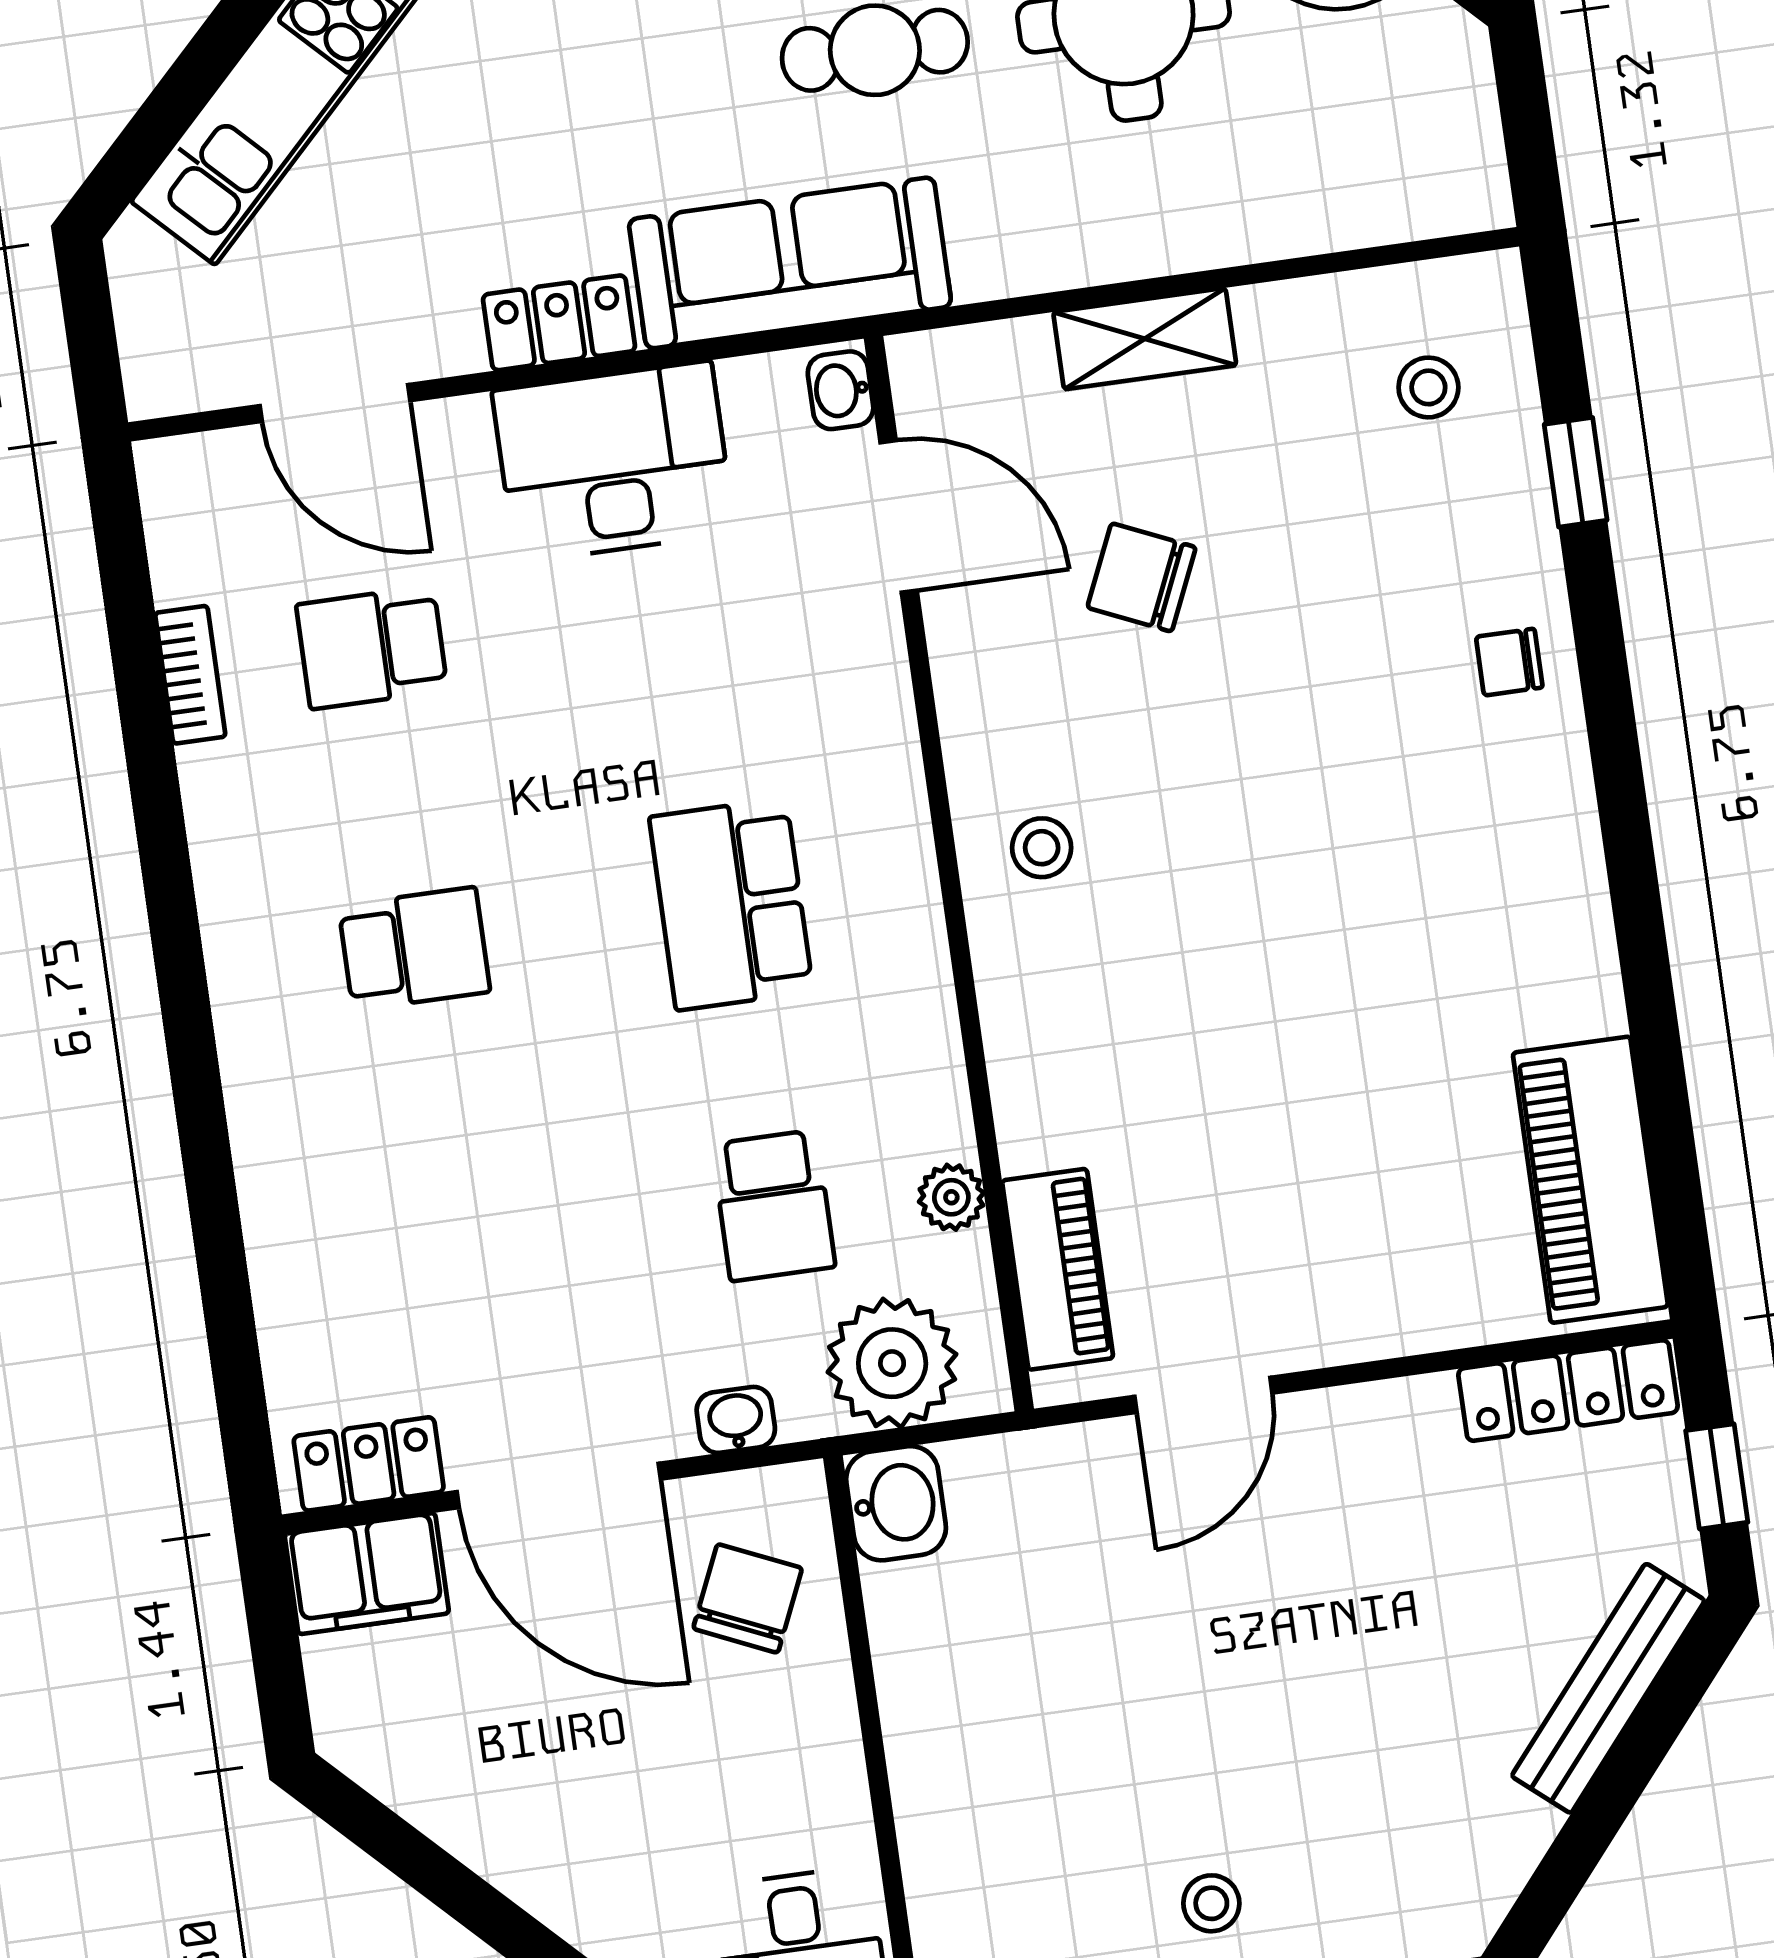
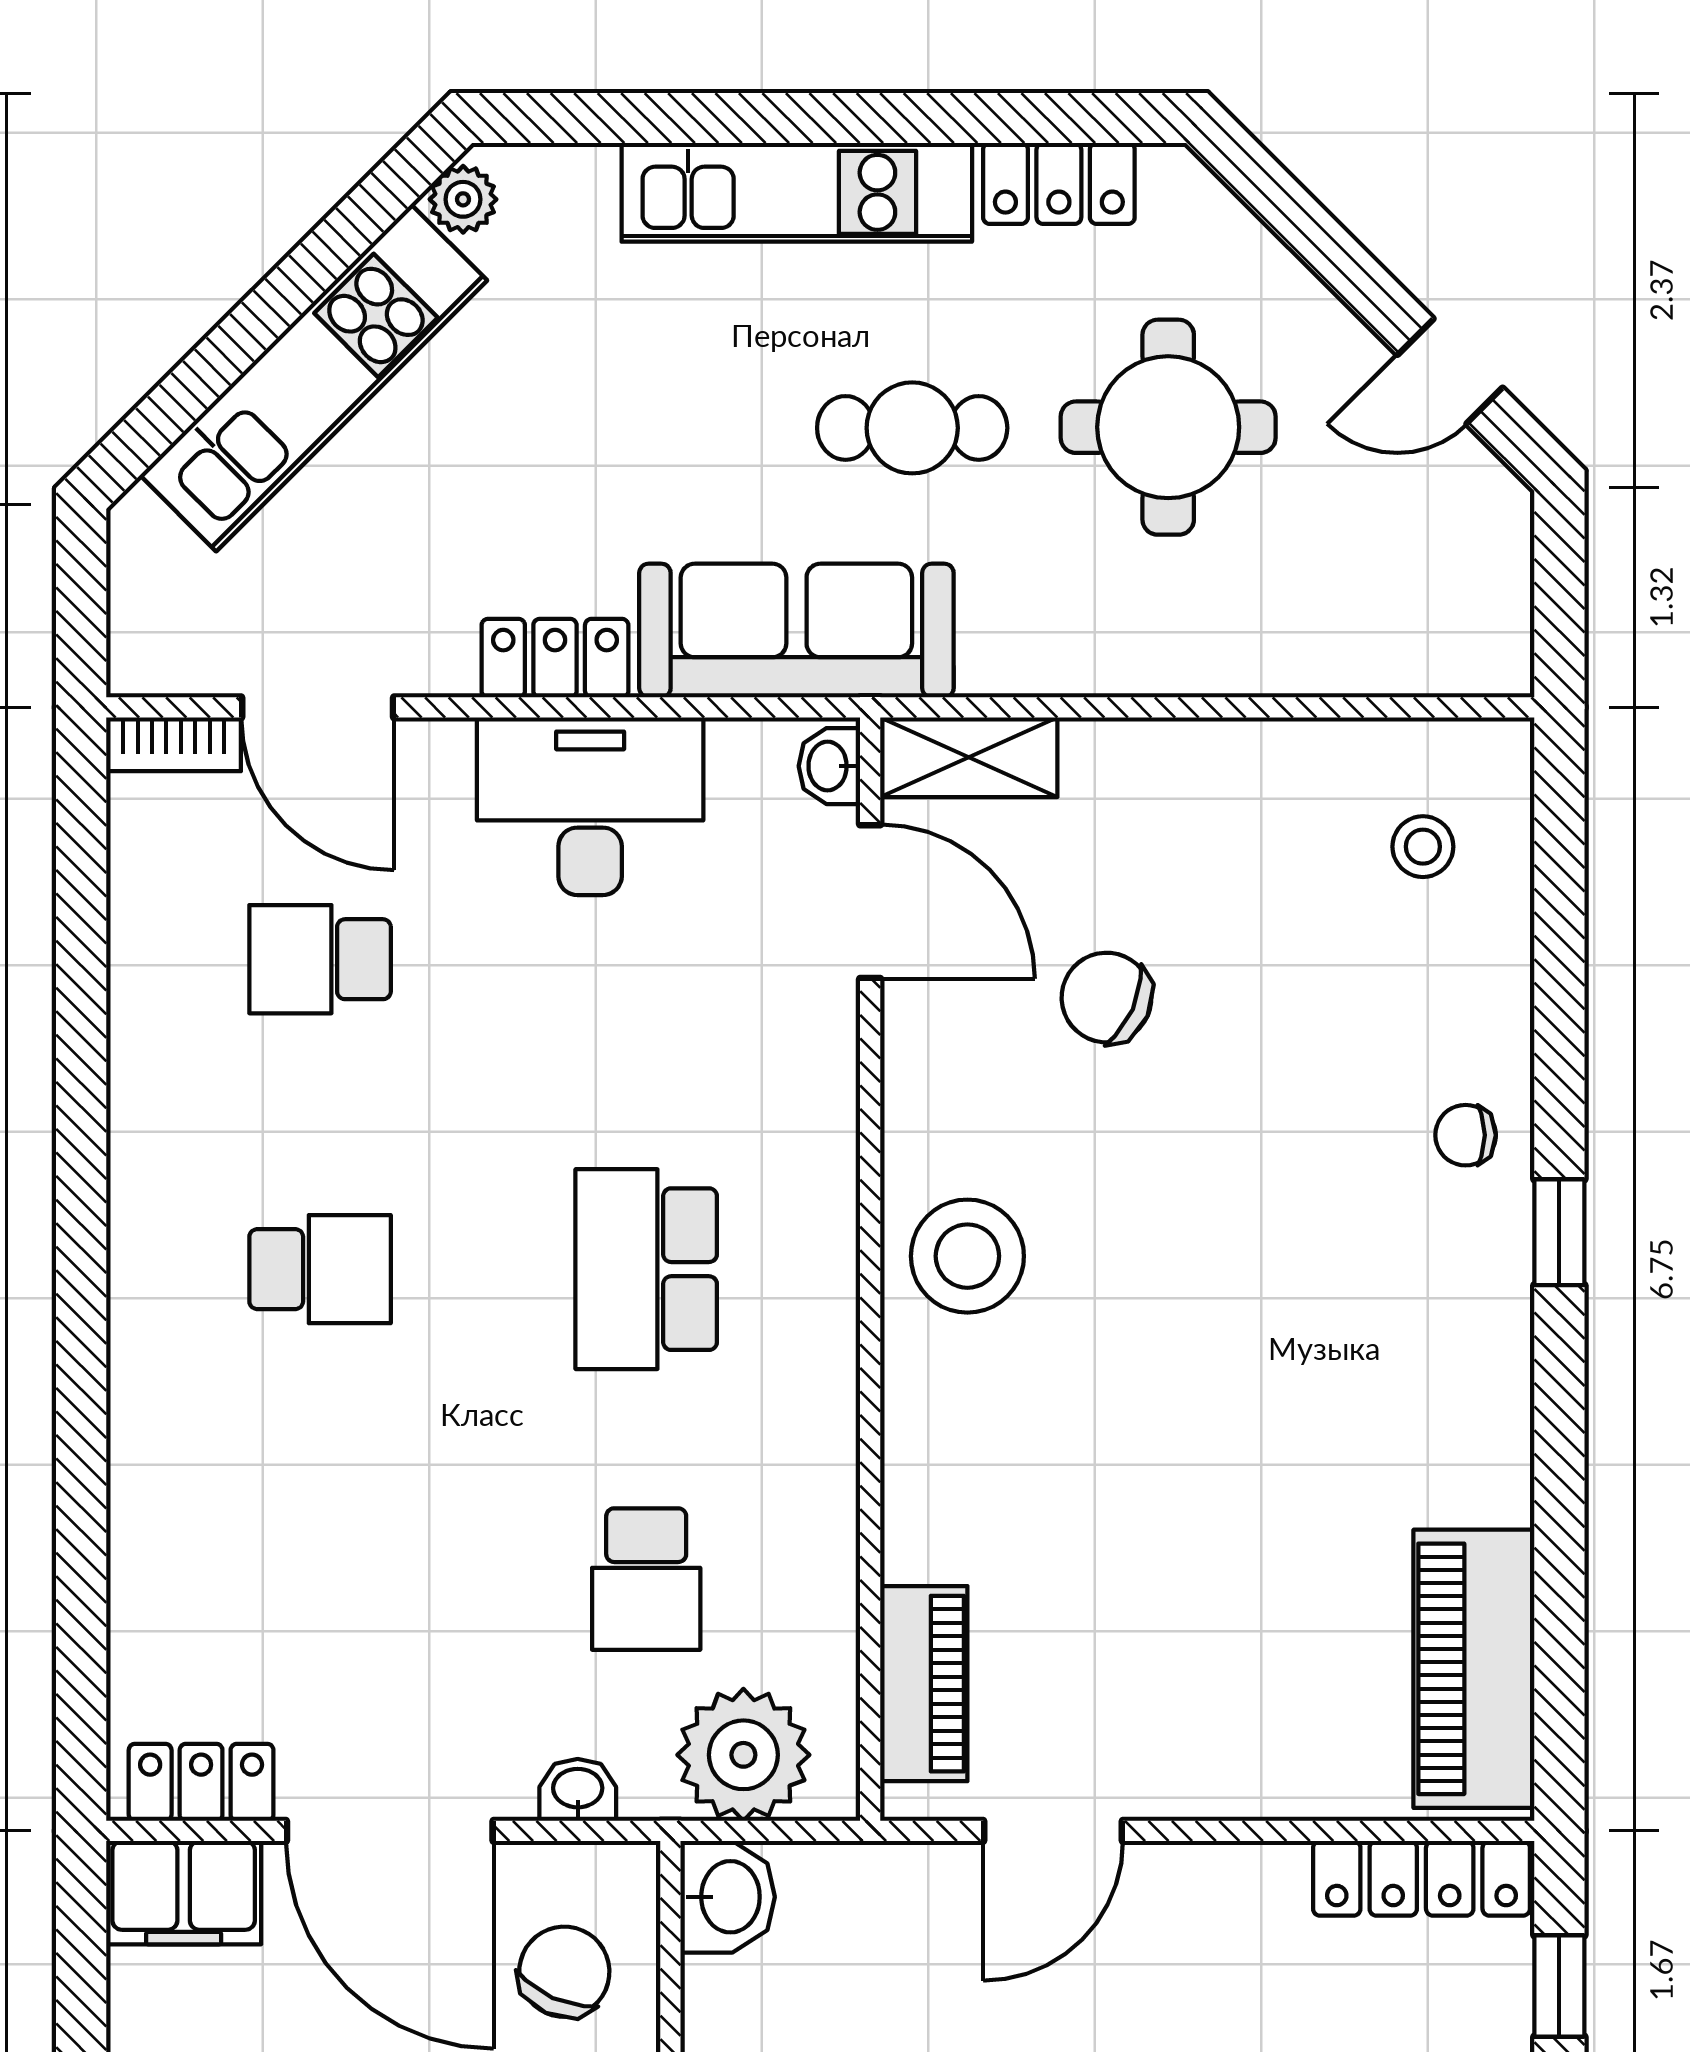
shelving: (1145, 339) -> (969, 757), moved
window: (1576, 472) -> (1559, 1232), moved
bookcase: (190, 675) -> (174, 744), moved, turned 90
stool: (1042, 848) -> (967, 1256), width x1.89, depth x1.89
plant: (951, 1197) -> (827, 1596), removed

